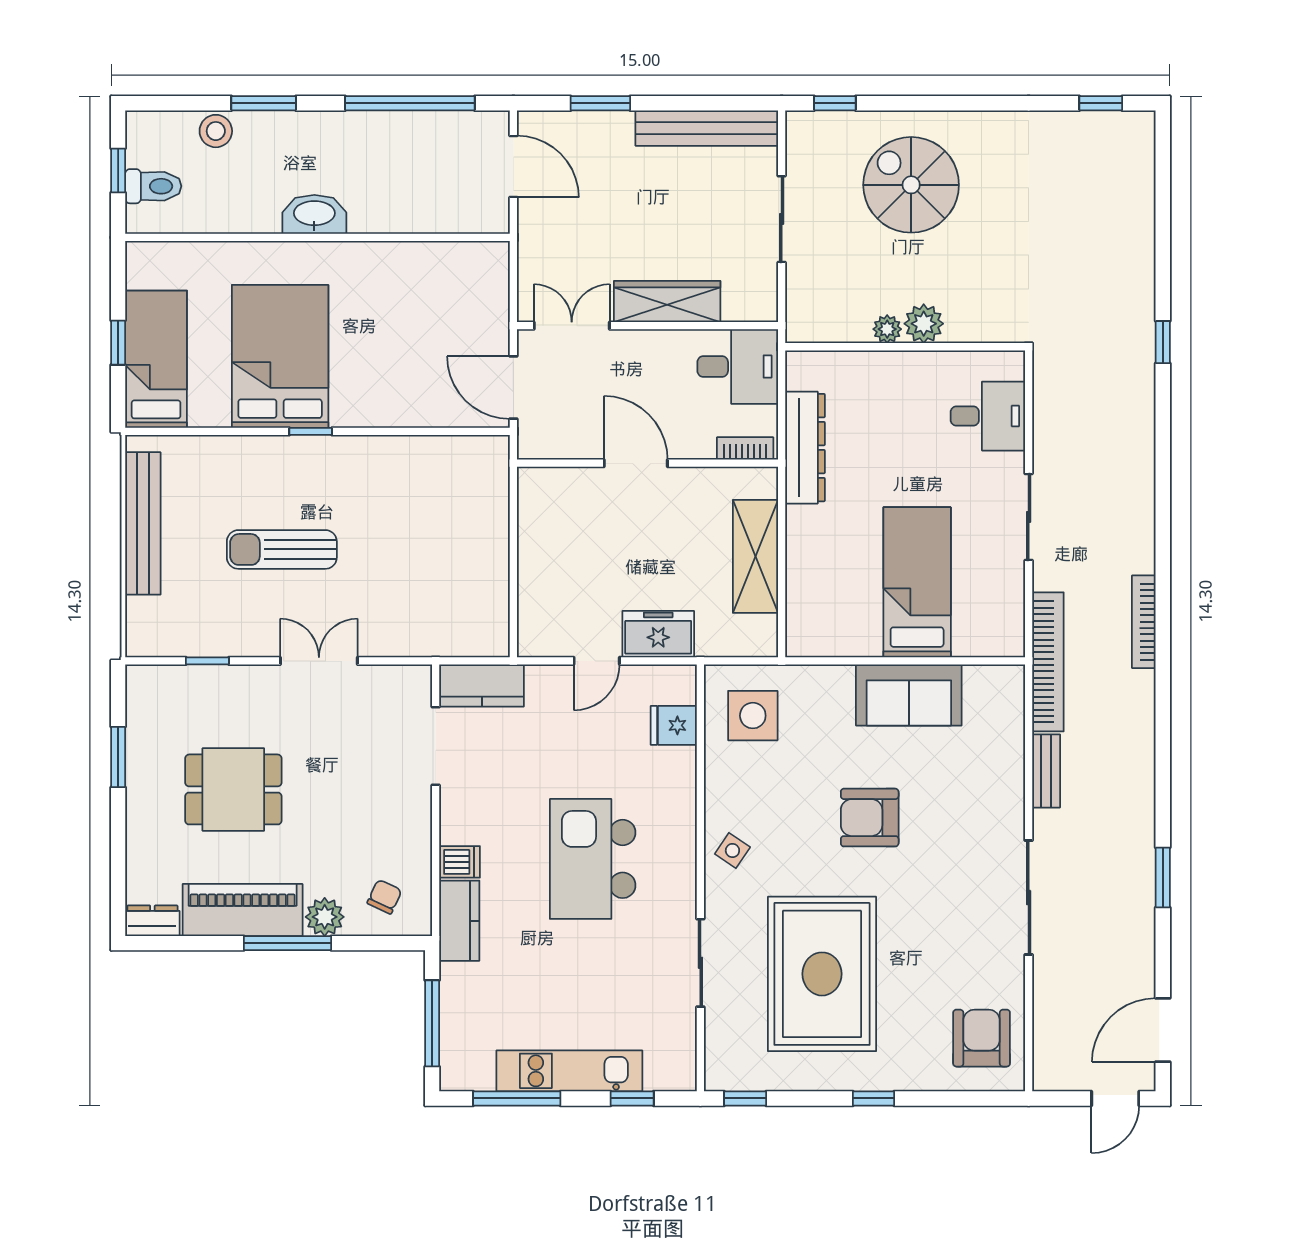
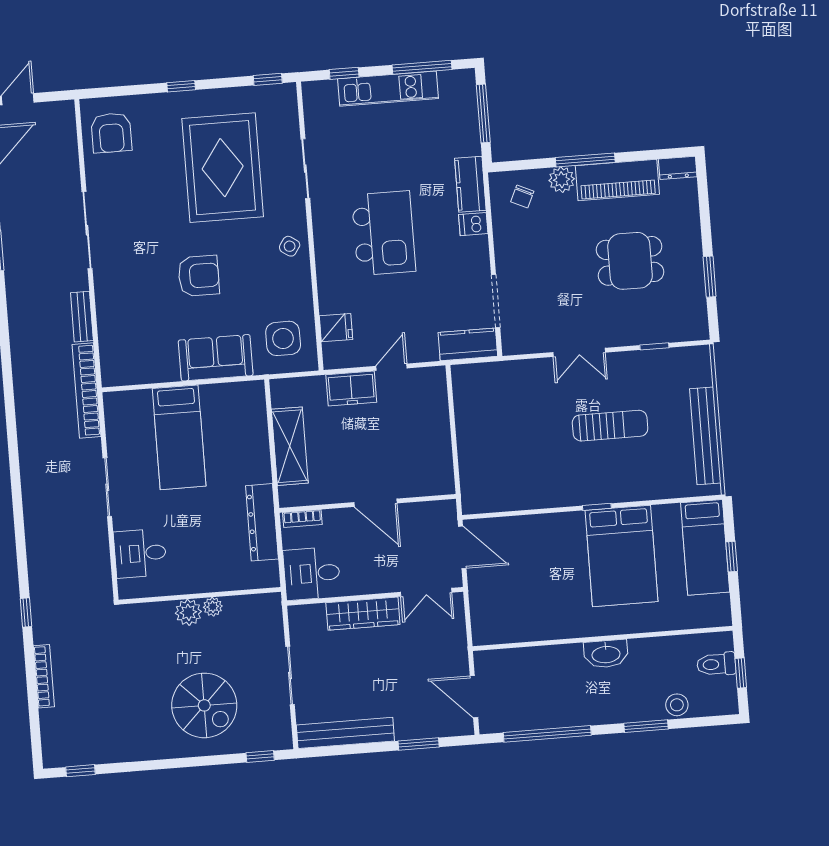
bookcase: (1144, 622) -> (44, 676), moved
sofa: (909, 695) -> (216, 358), moved

